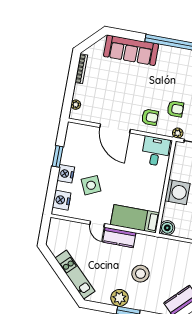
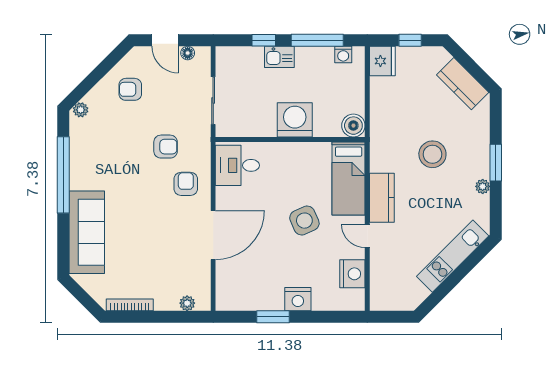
armchair: (175, 109) -> (166, 147), turned 90
plant: (178, 133) -> (203, 136), removed
side table: (91, 185) -> (304, 221), moved
nightstand: (62, 200) -> (352, 274), moved, turned -90
door: (97, 224) -> (367, 236), swing flipped
plant: (120, 298) -> (483, 186), width x0.53, depth x0.53

